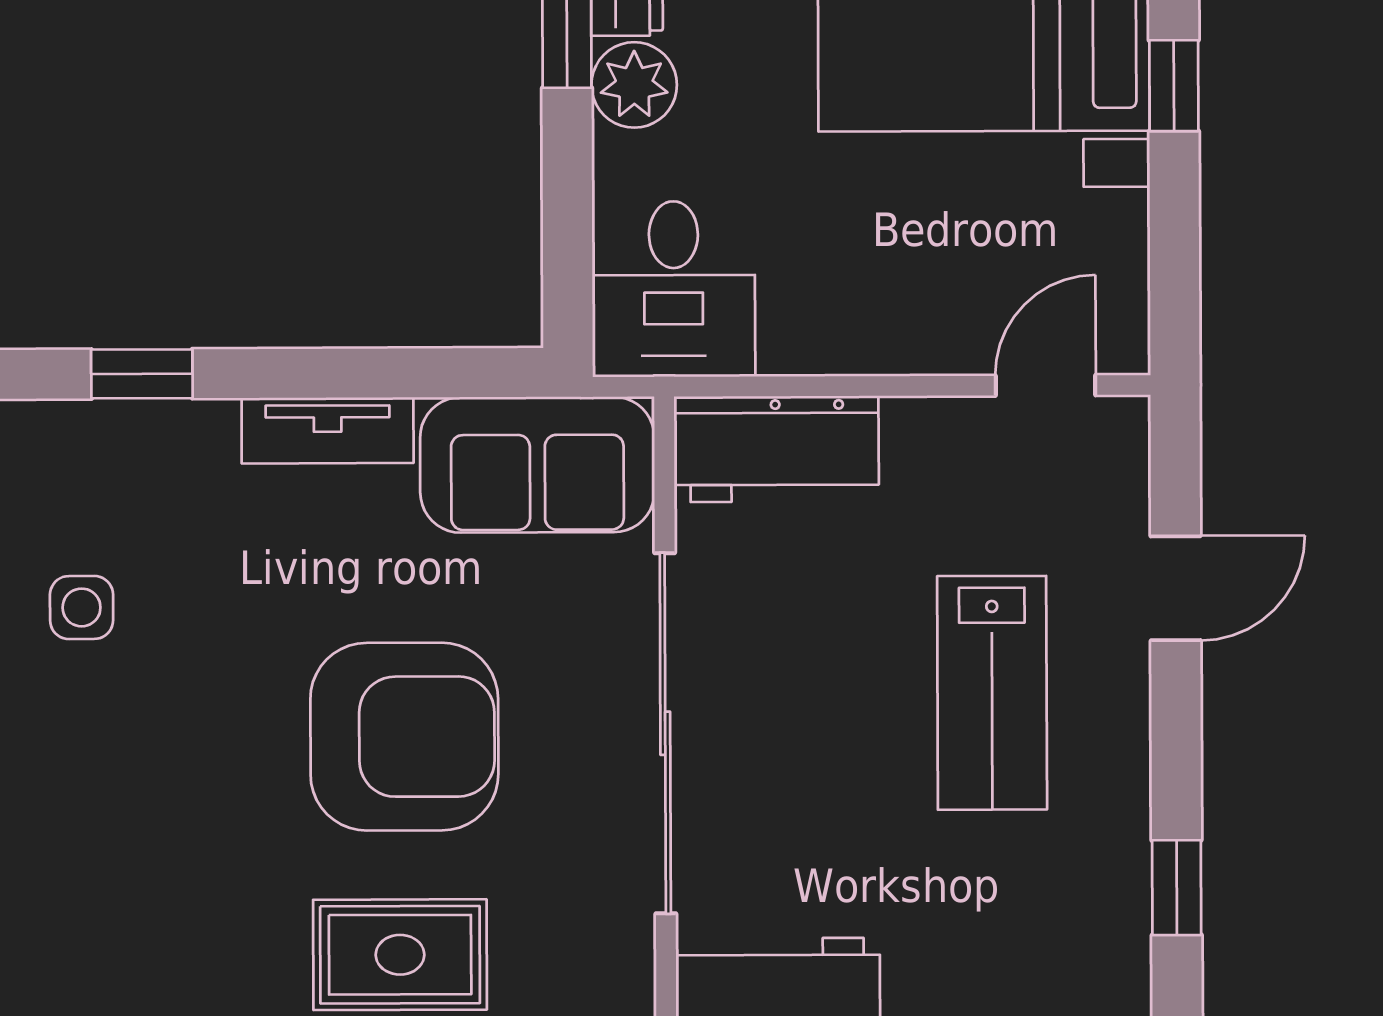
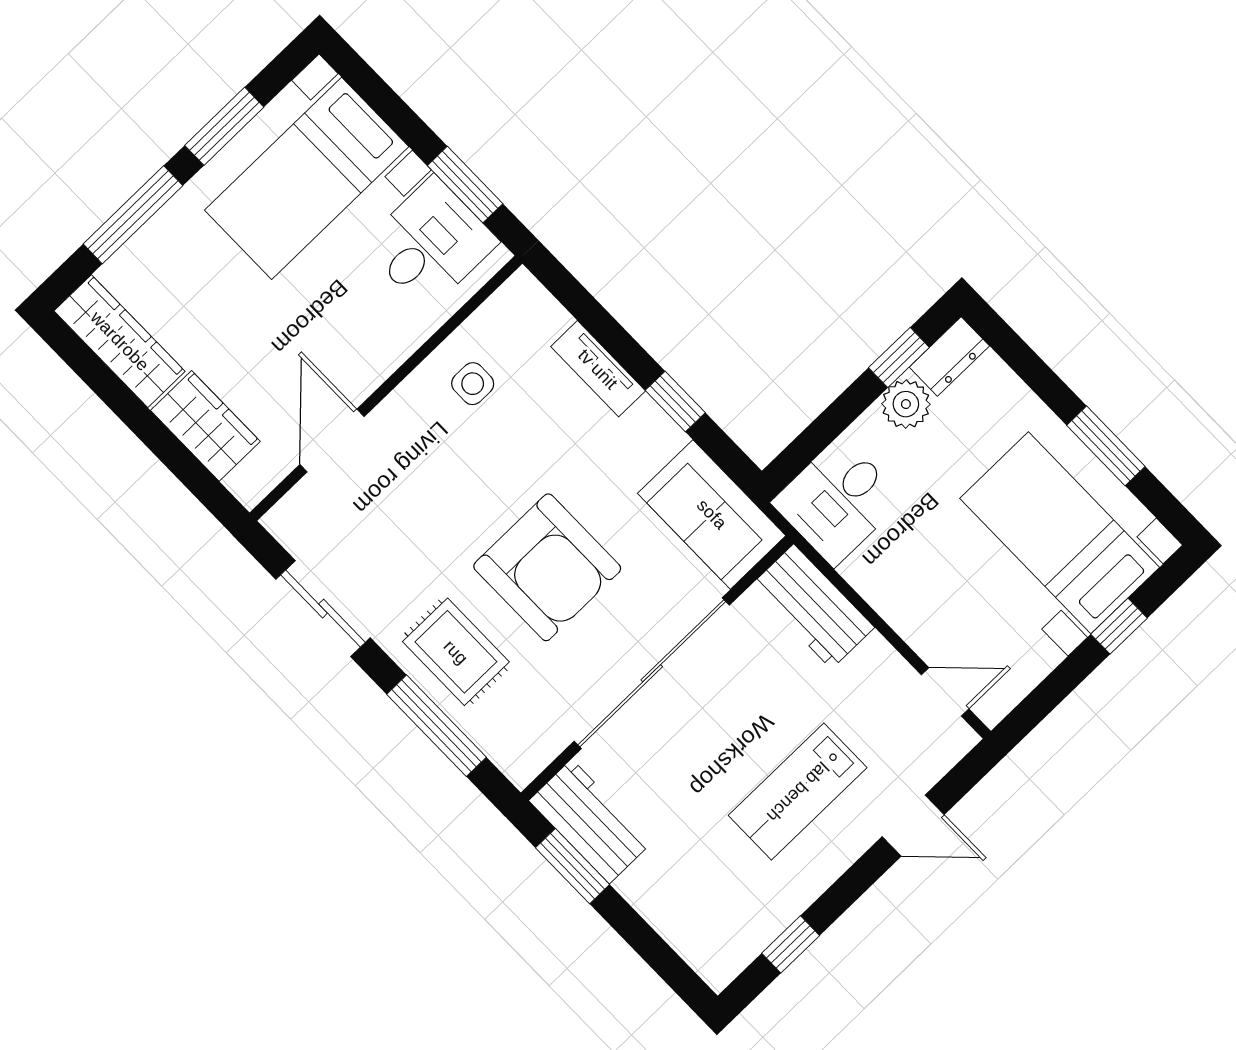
window: (142, 374) -> (675, 401), moved
tv unit: (328, 430) -> (598, 369), moved

